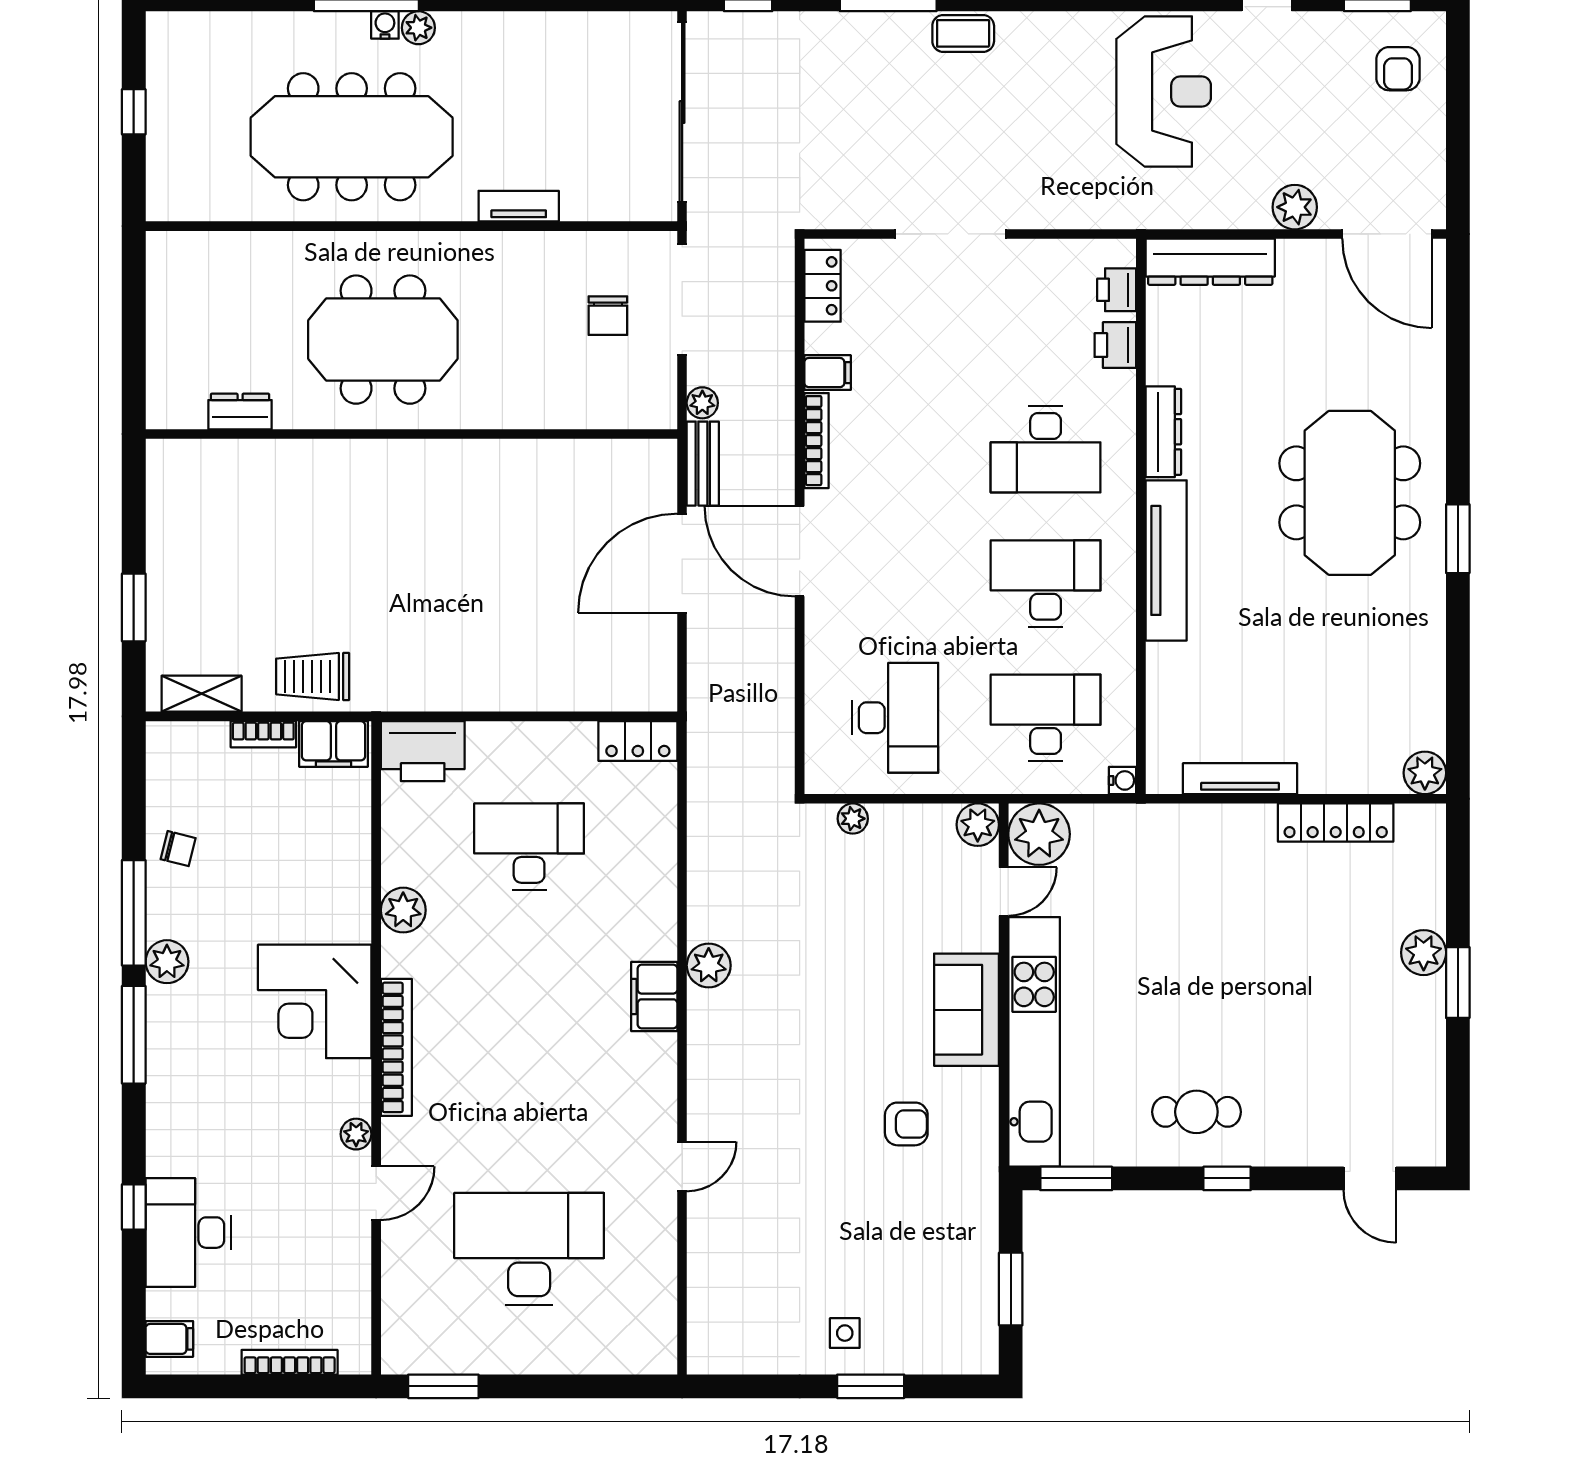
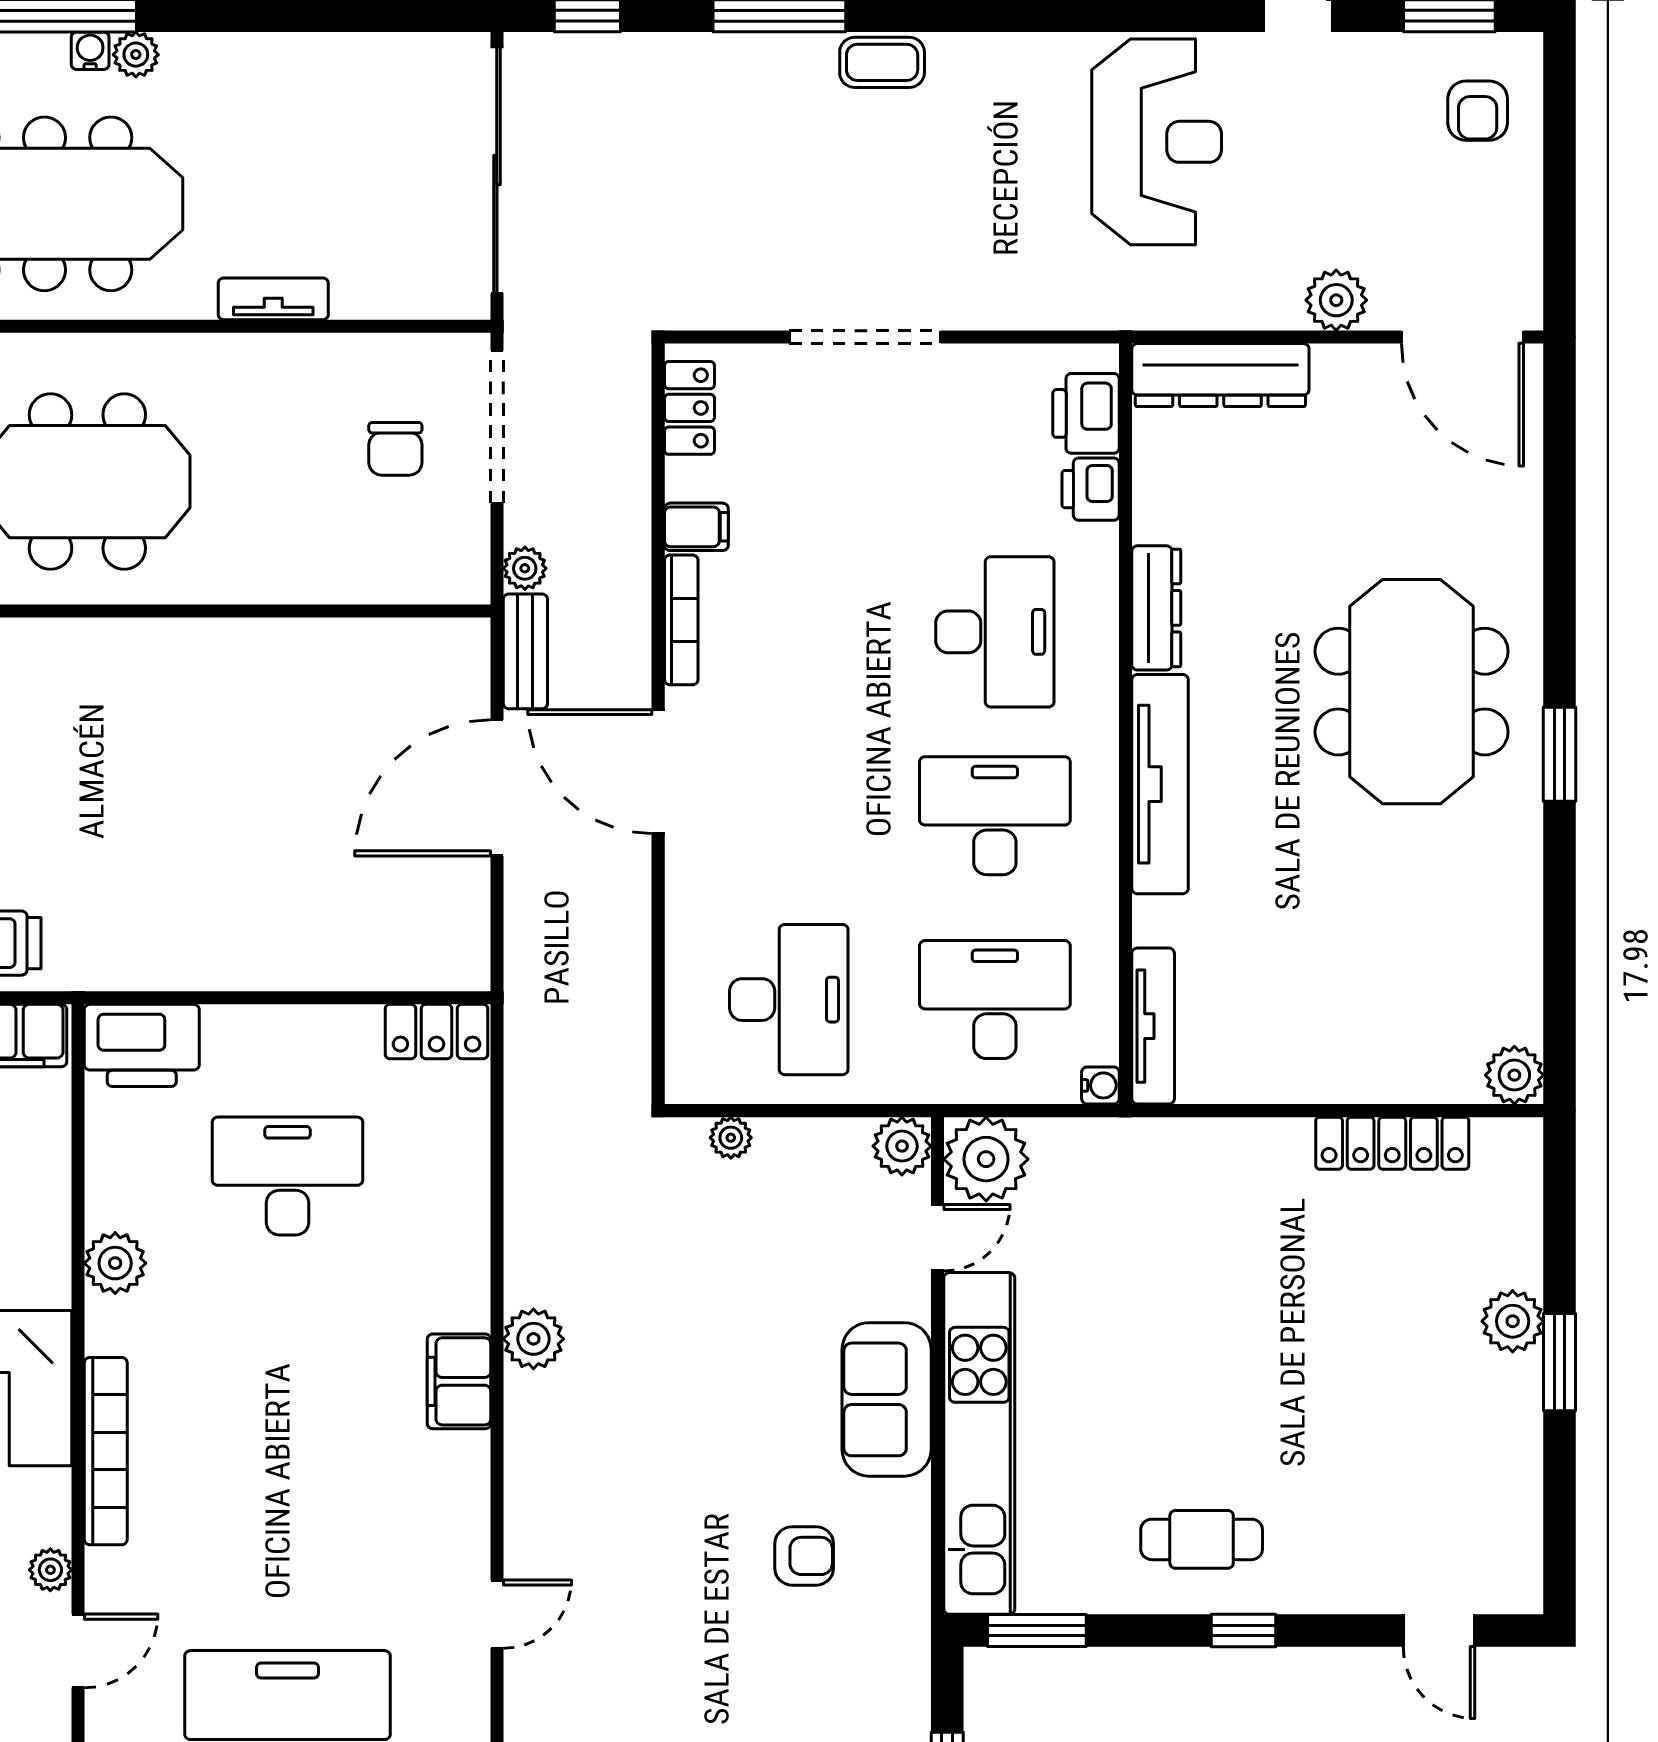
printer: (1117, 290) -> (1086, 413), width x1.36, depth x1.24
desk: (1046, 449) -> (995, 632), turned -90
tv unit: (1240, 779) -> (1153, 1026), moved, turned 90

